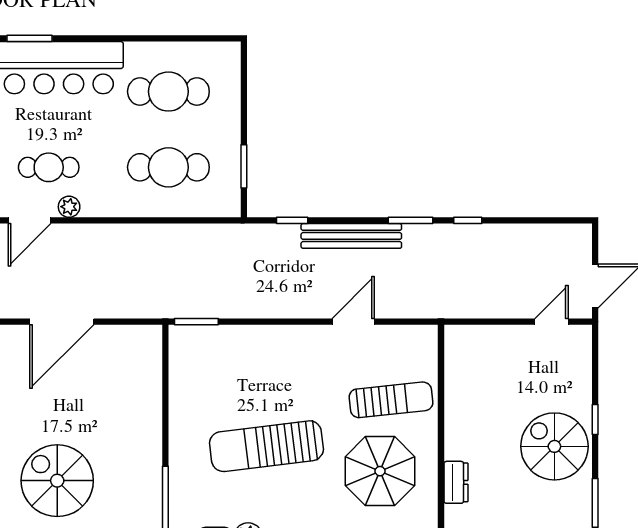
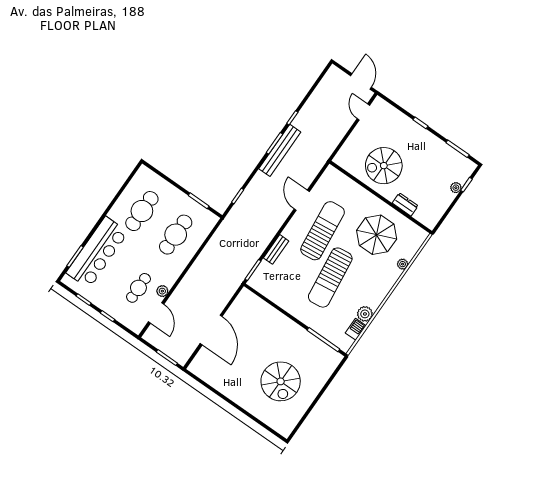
bench: (351, 236) -> (280, 150), moved
bench: (252, 335) -> (276, 249), added
sun lounger: (391, 400) -> (323, 231), moved, width x1.36, depth x1.34
spiral stairs: (554, 446) -> (384, 166), moved
spiral stairs: (57, 481) -> (281, 381), turned -90

